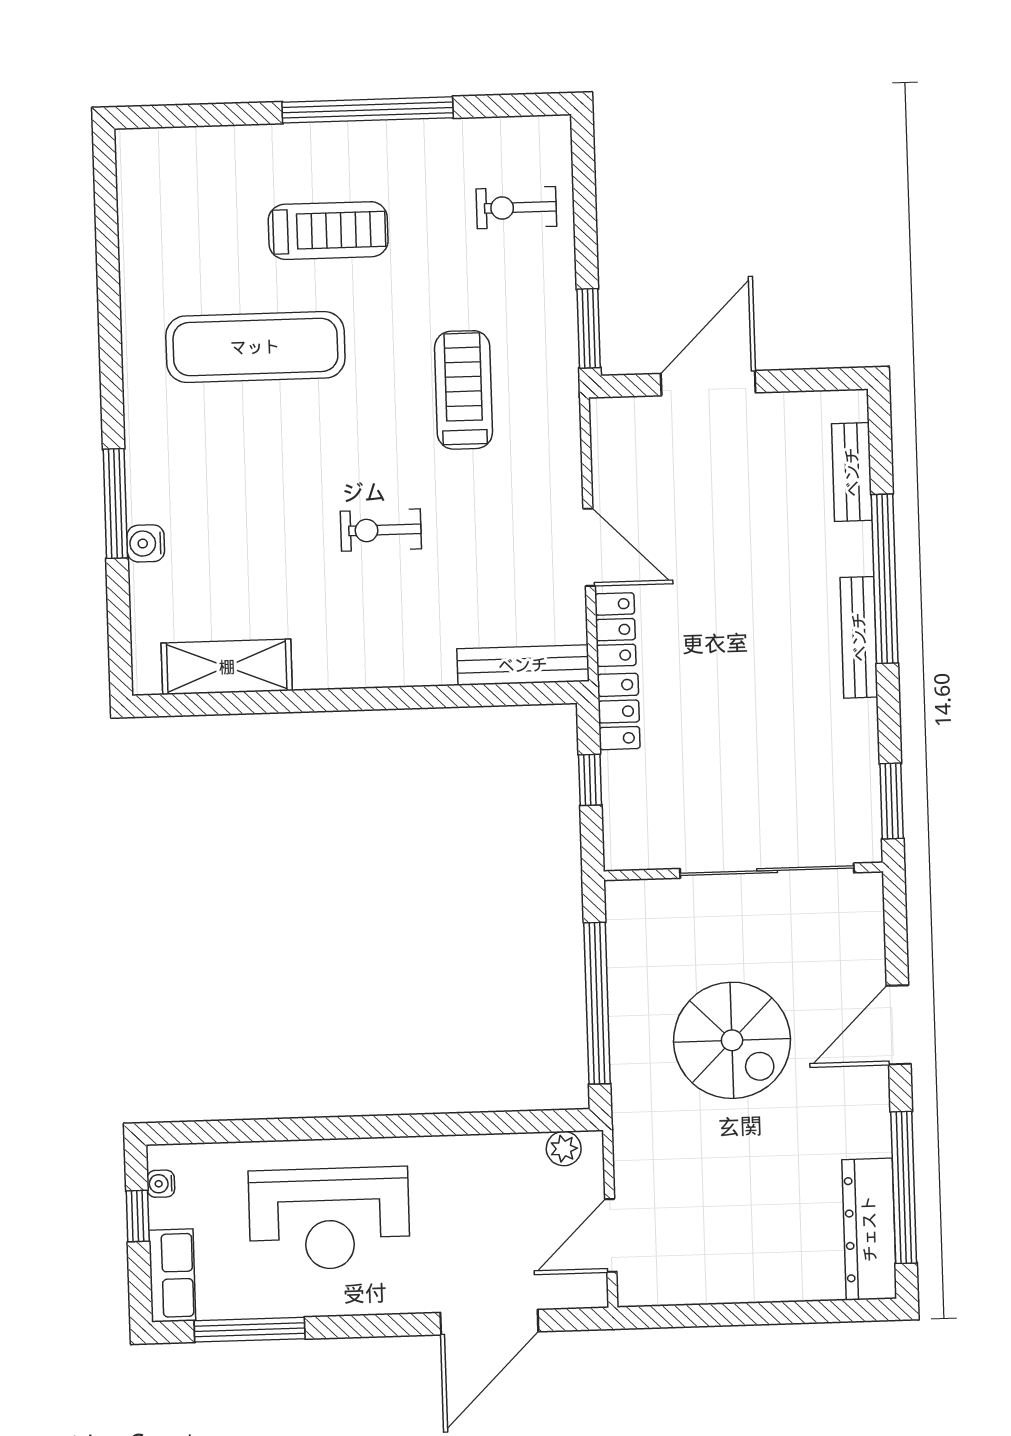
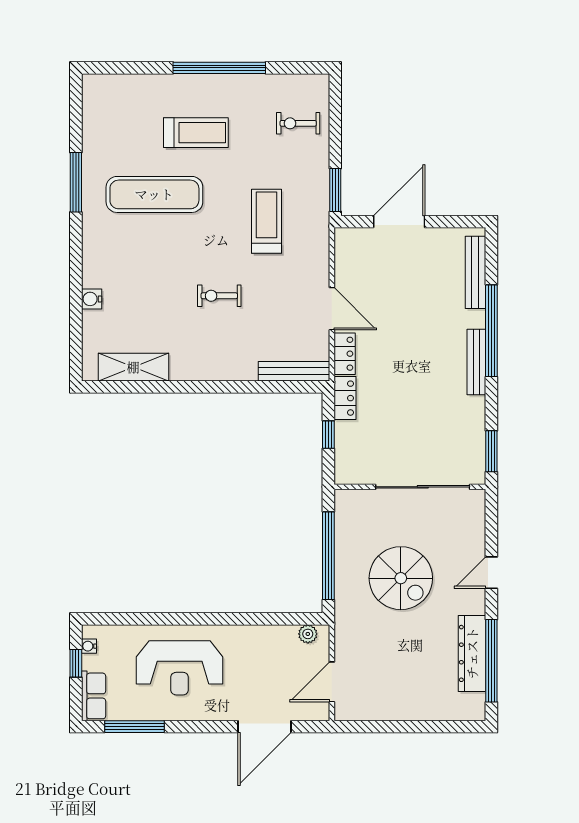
bench: (852, 472) -> (475, 272), width x1.36
window: (115, 504) -> (76, 182), moved
door: (899, 1025) -> (491, 573), width x0.73
dresser: (869, 1229) -> (472, 653), moved

